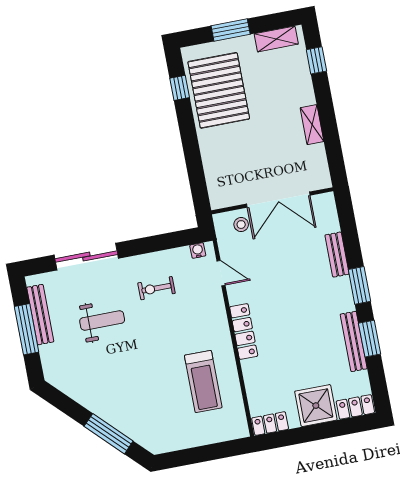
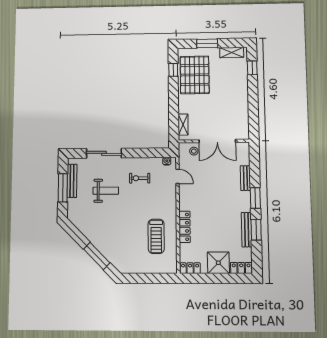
shelving: (312, 125) -> (183, 125), moved
locker: (244, 331) -> (185, 227), moved

